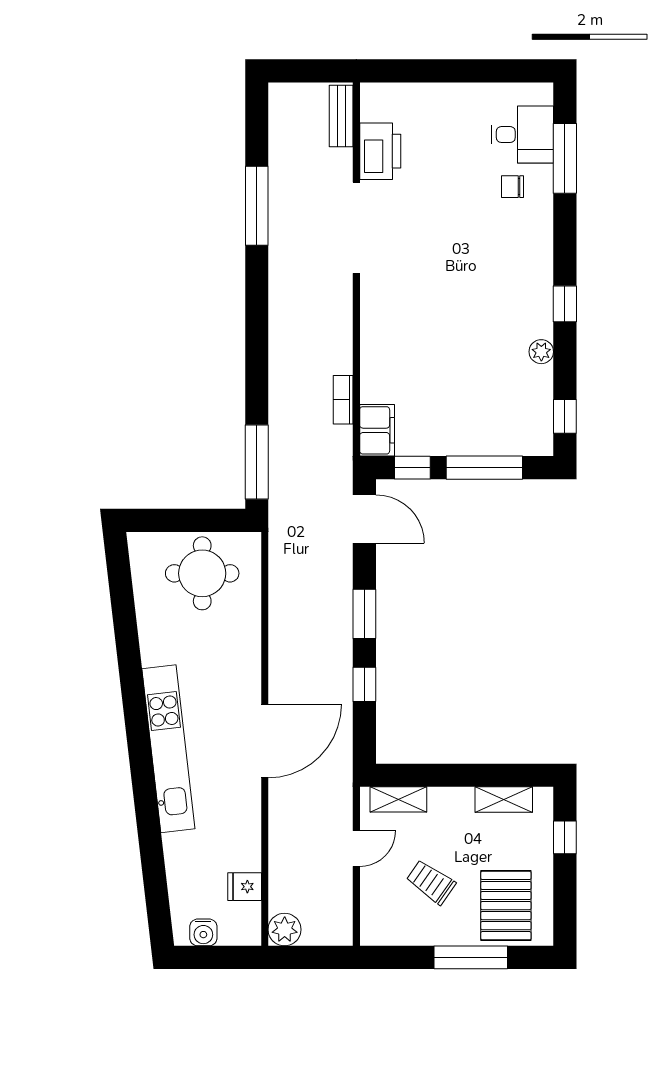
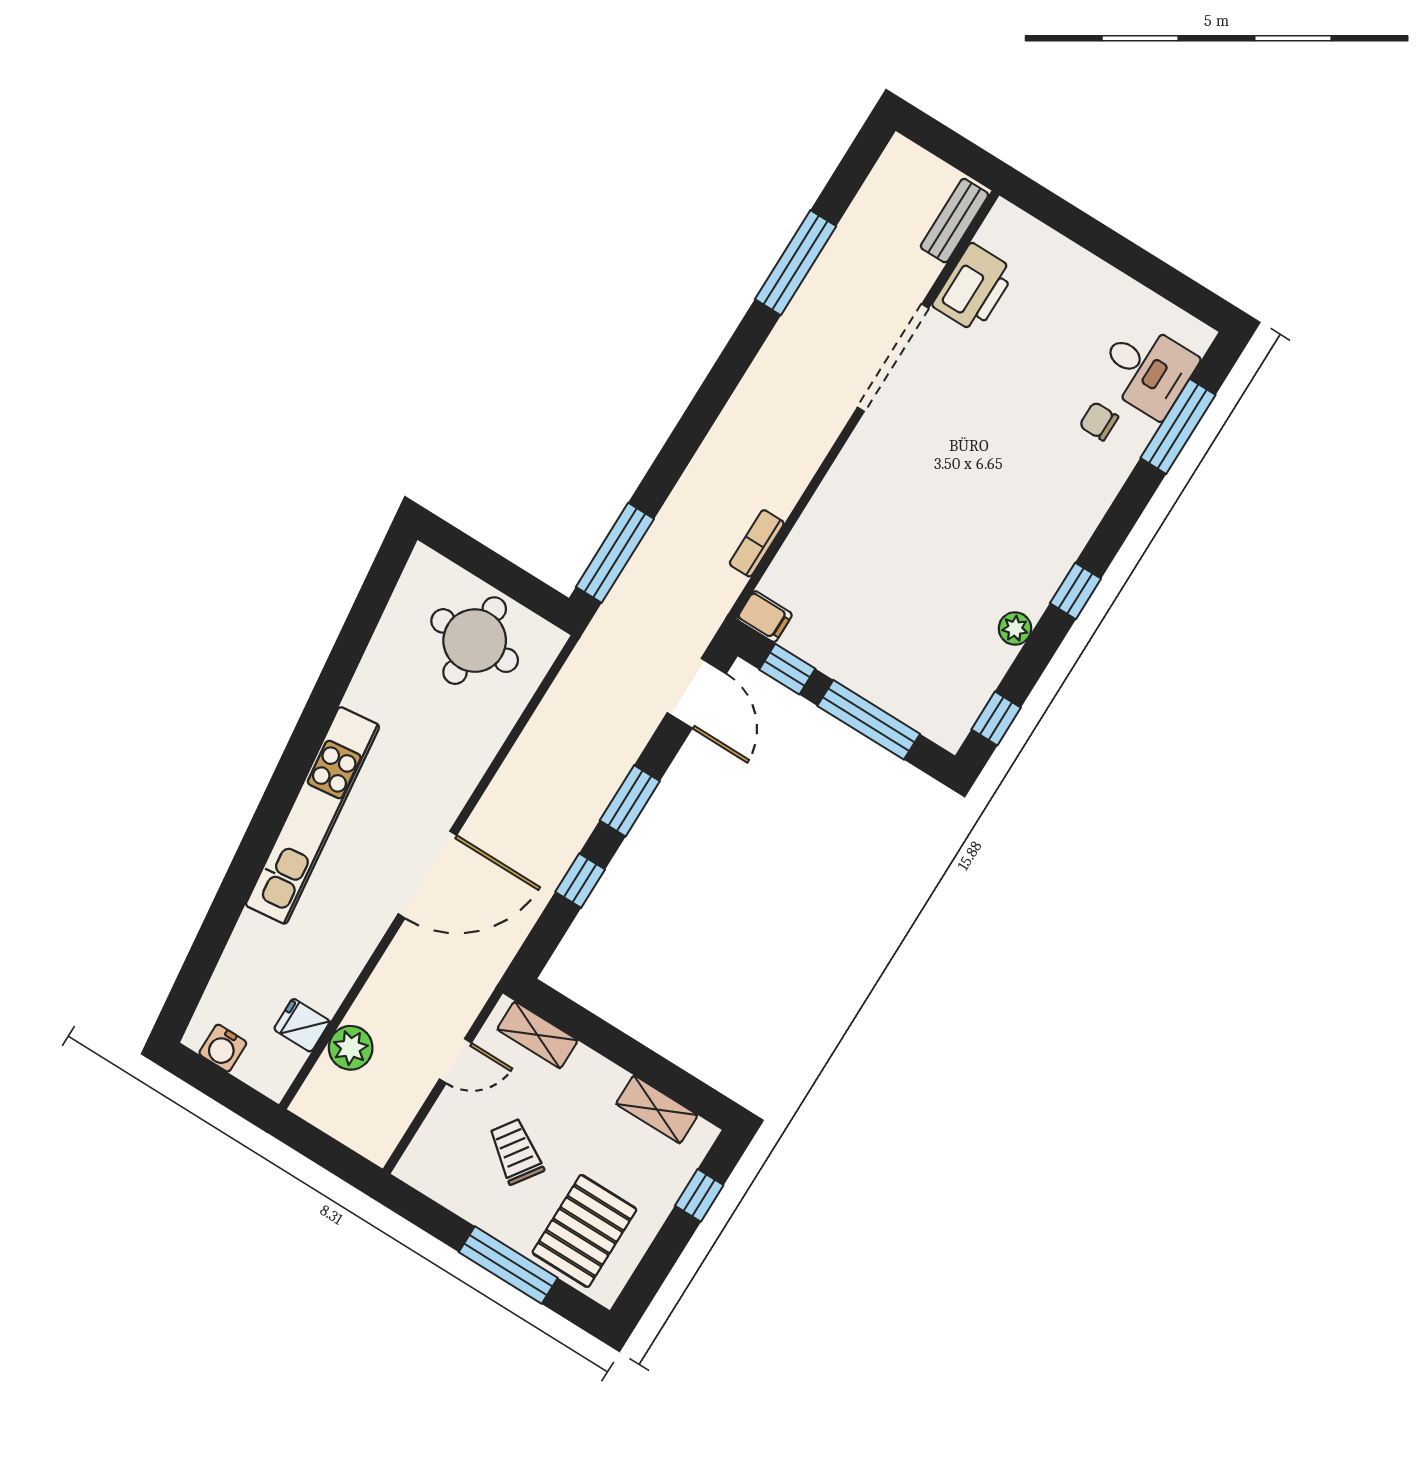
filing cabinet: (377, 430) -> (764, 617), width x0.50
plant: (285, 930) -> (351, 1048), moved

